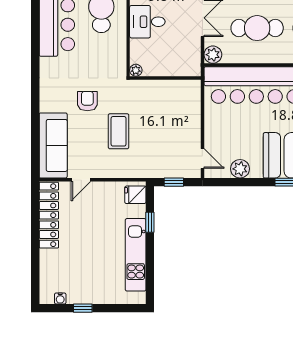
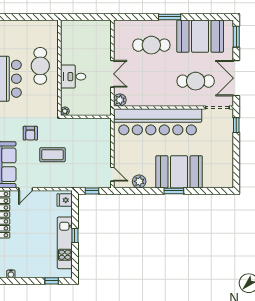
cafe table: (257, 28) -> (151, 81), removed
armchair: (87, 101) -> (30, 133), turned 180
coffee table: (119, 131) -> (53, 155), turned 90
window: (150, 222) -> (75, 235), moved
window: (83, 308) -> (52, 281), moved

